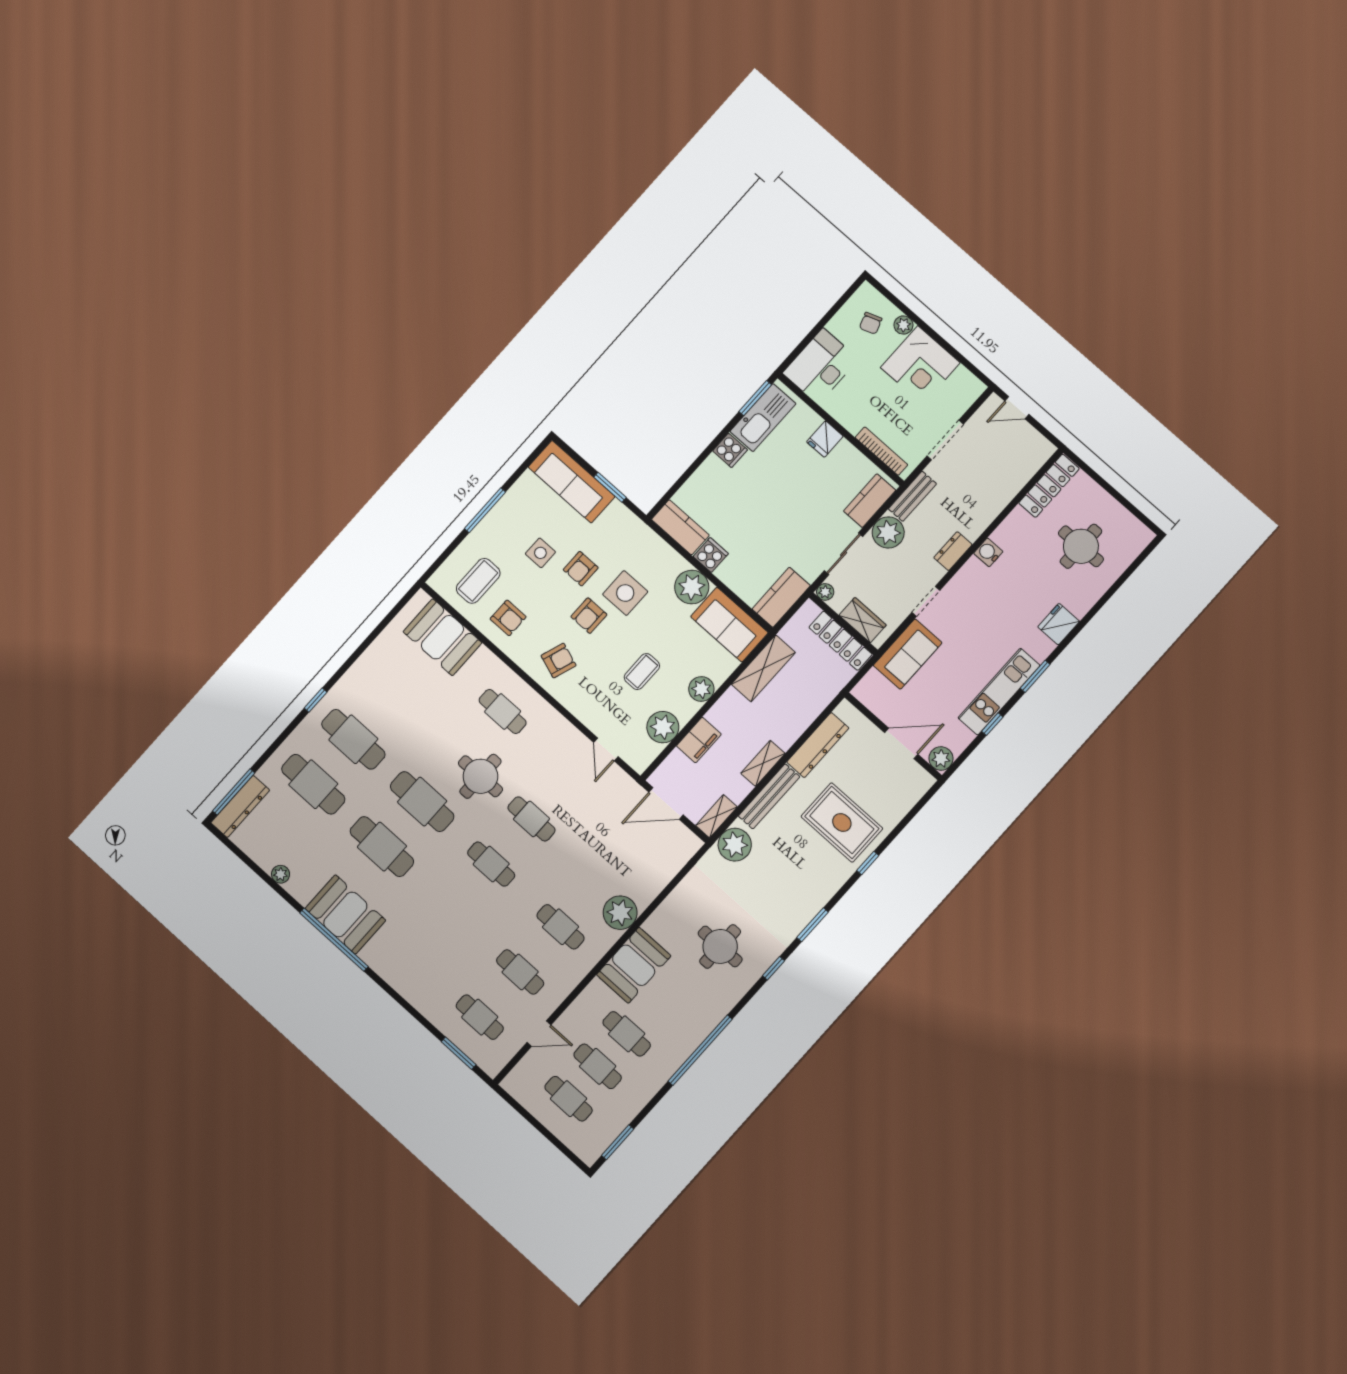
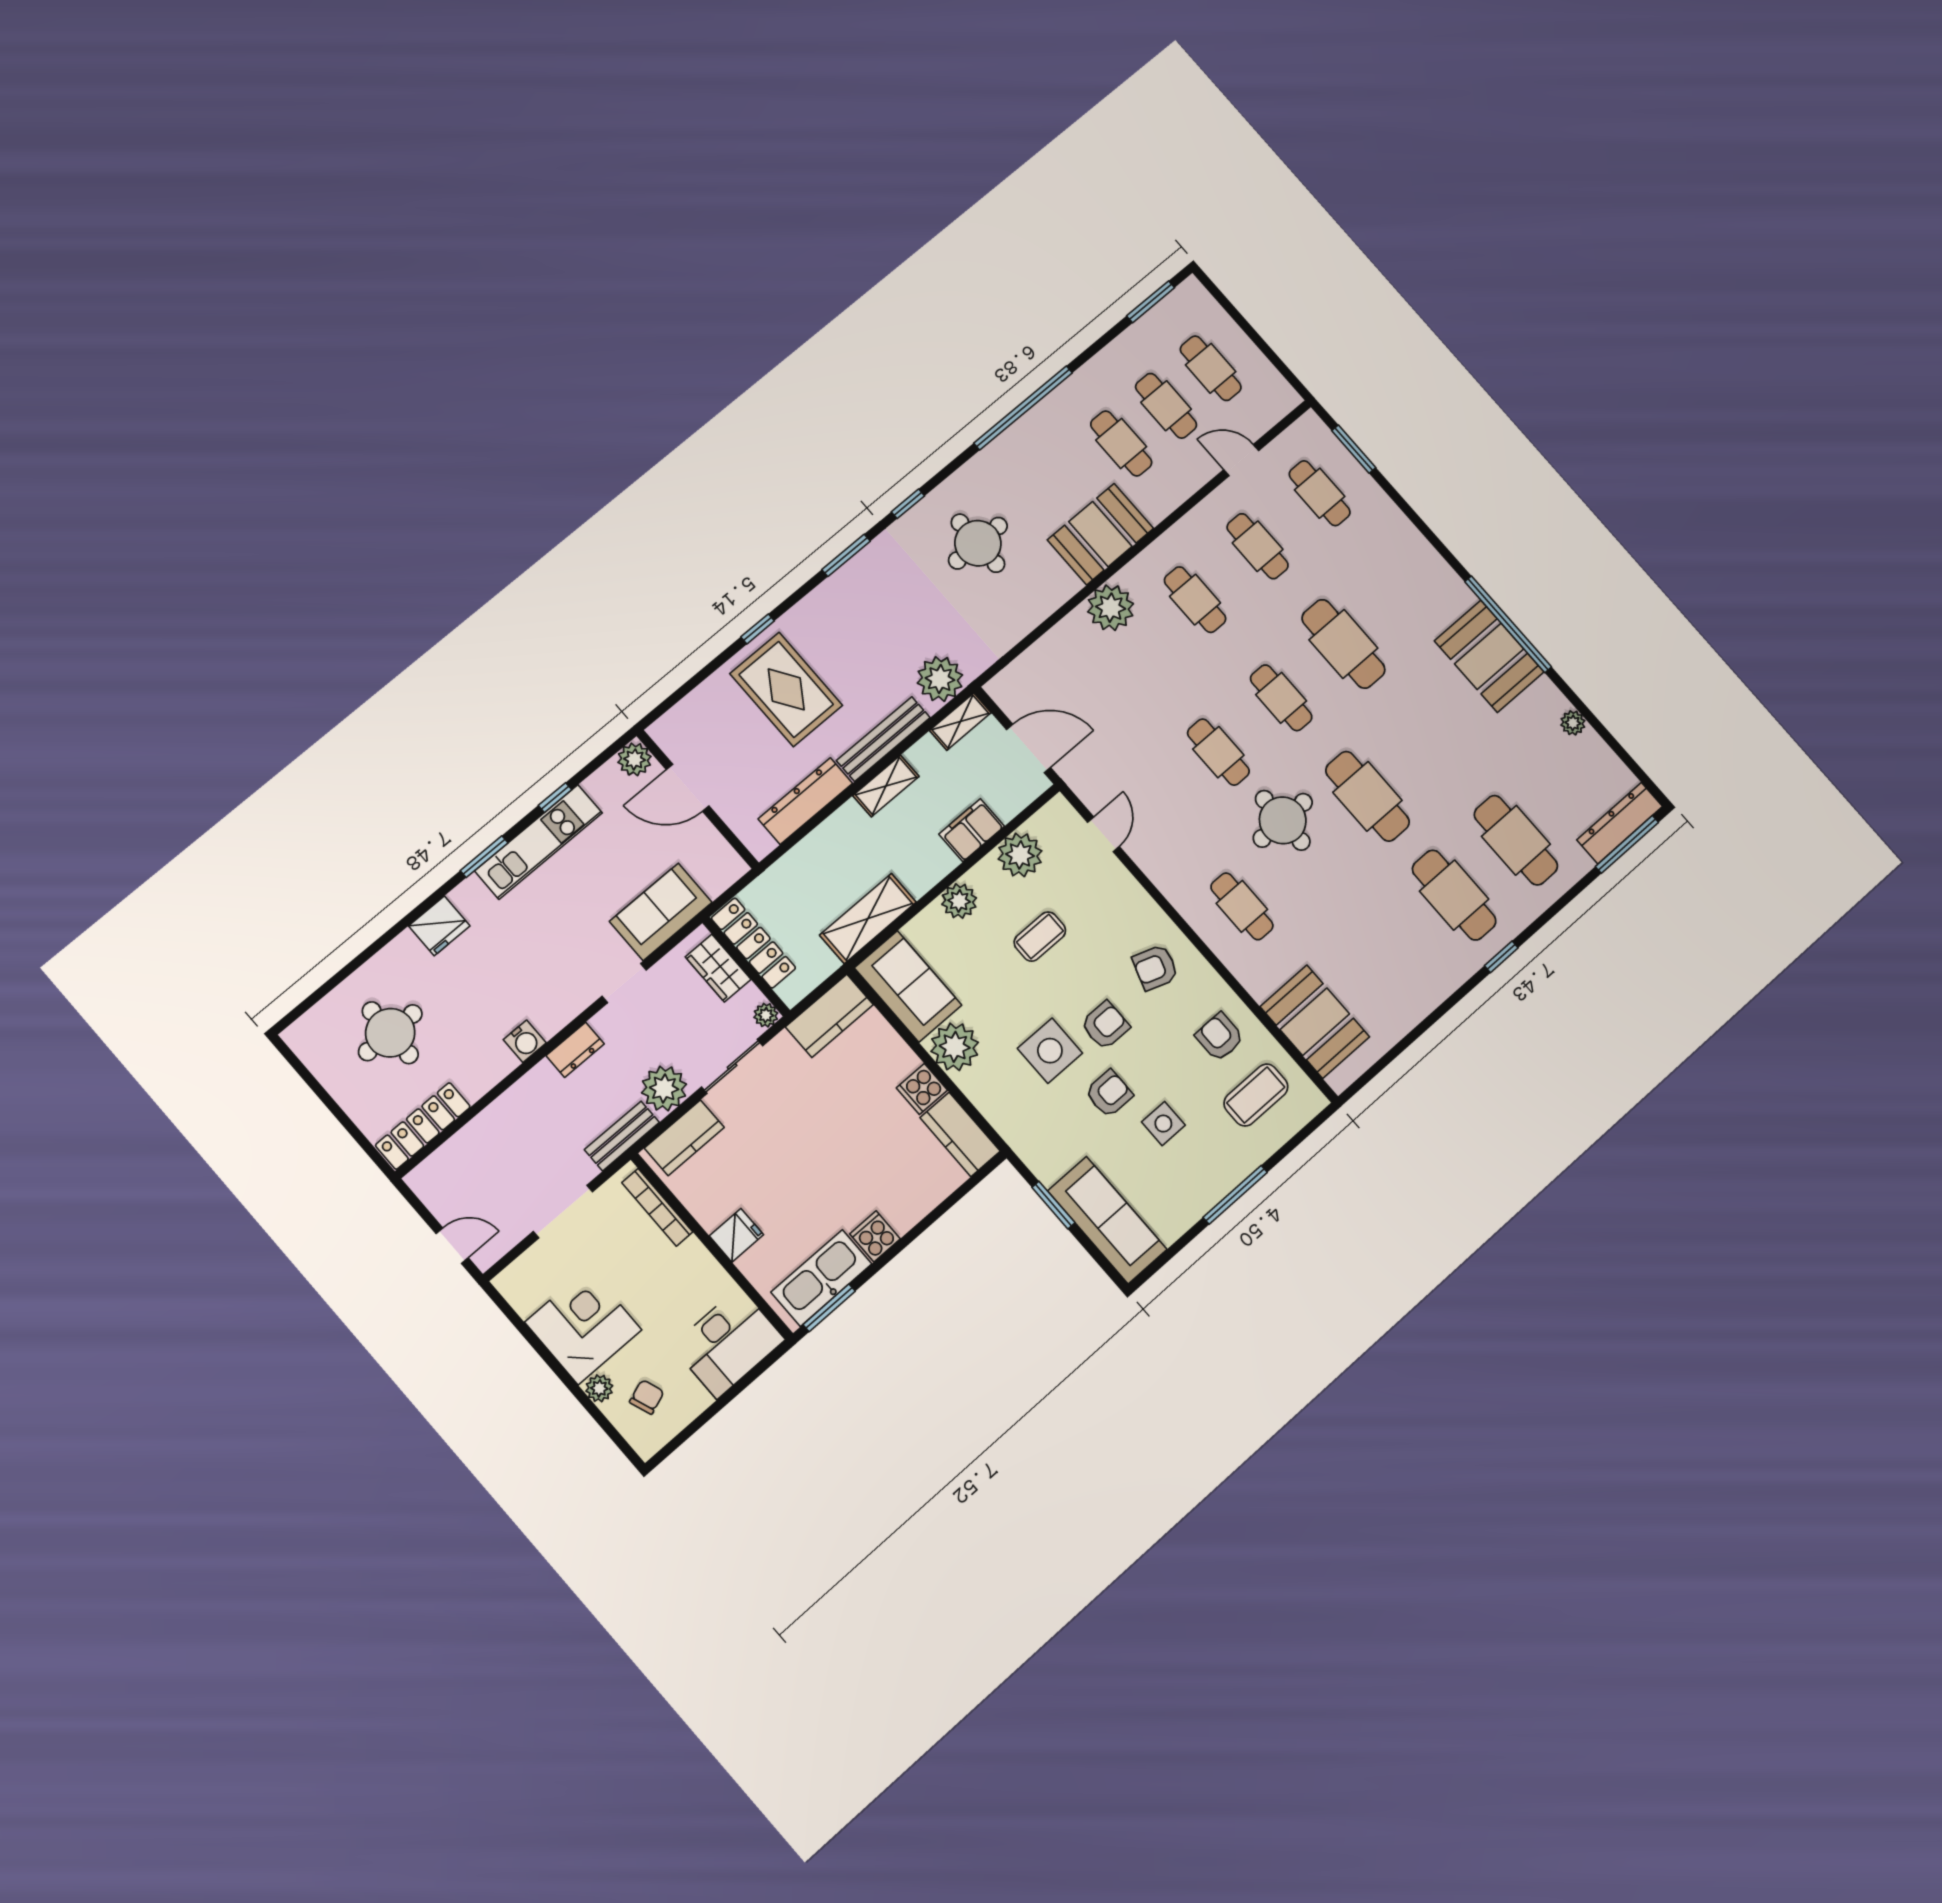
cafe table: (382, 847) -> (1343, 644), moved

